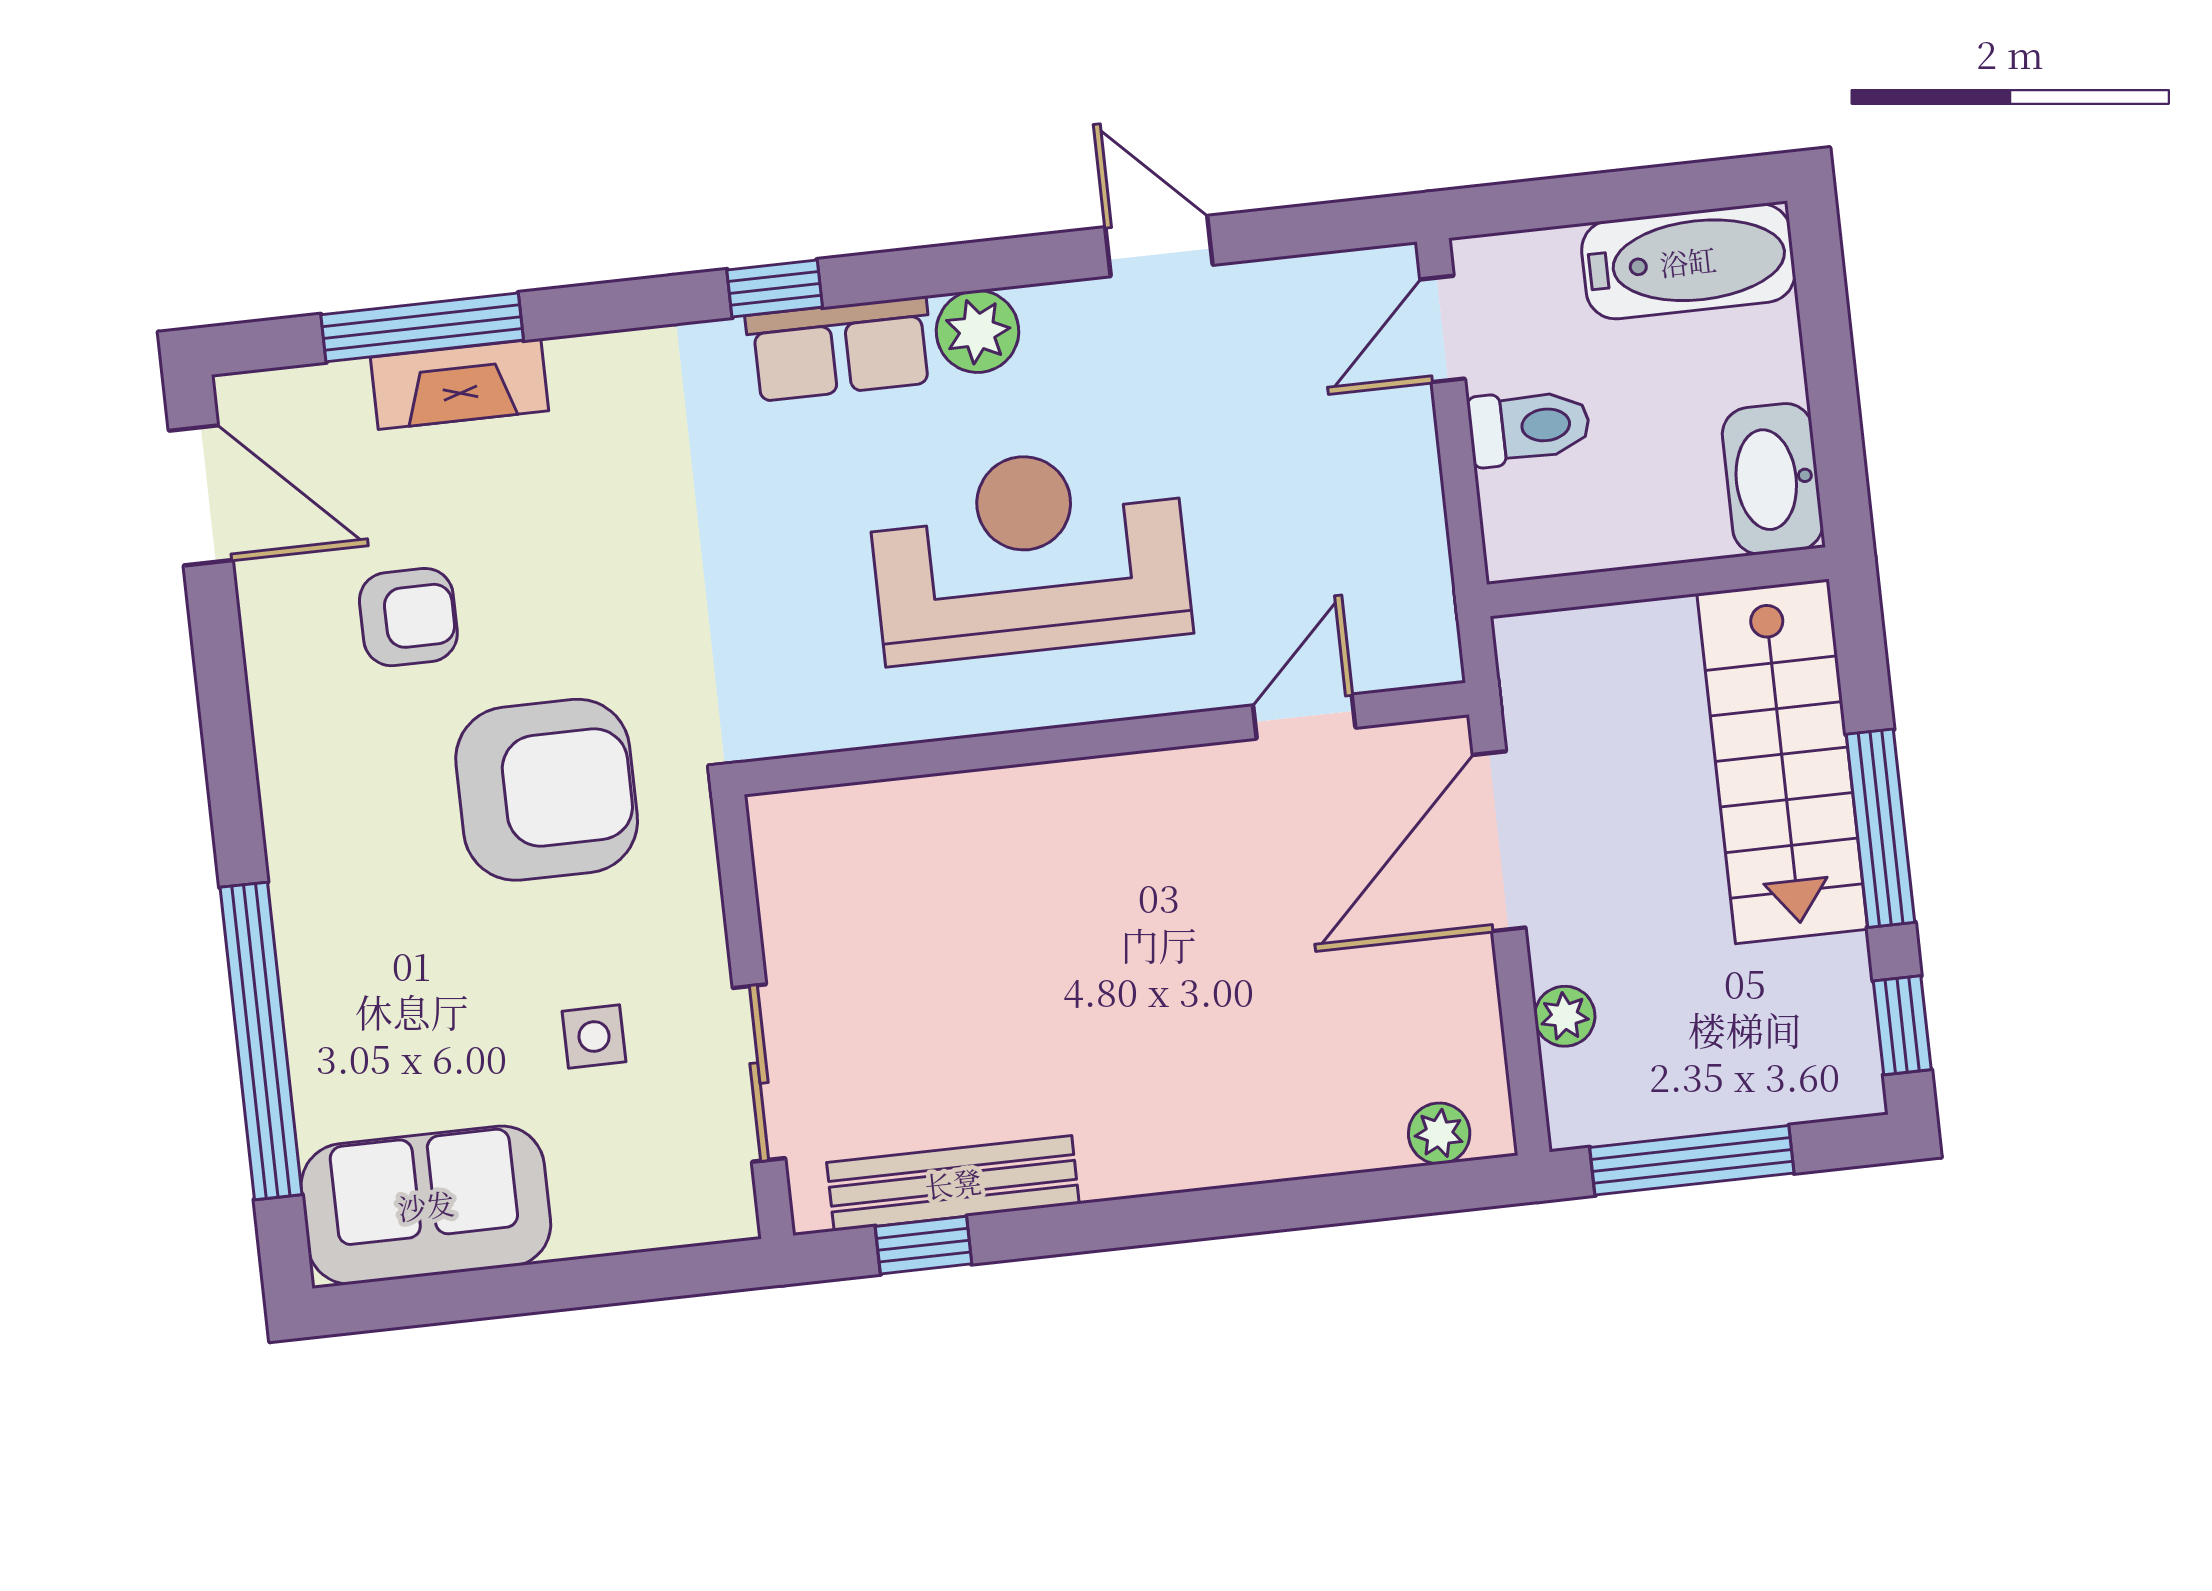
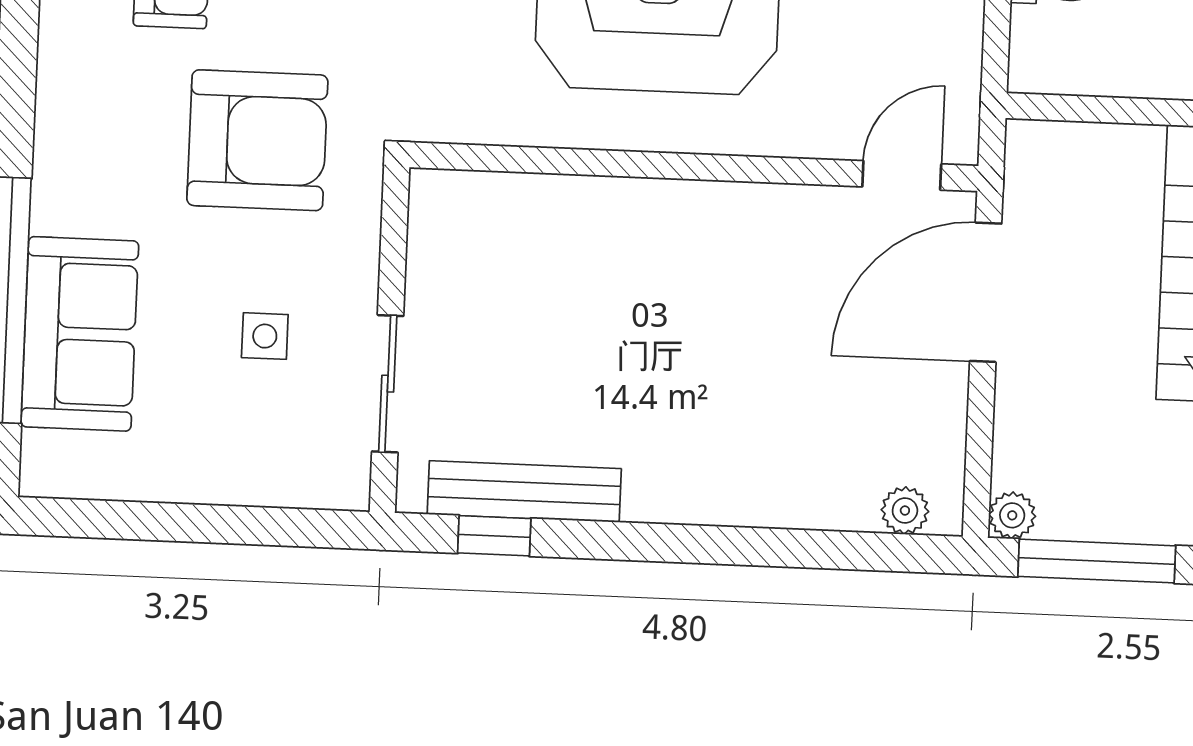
door: (1304, 717) -> (902, 175), moved
plant: (1565, 1016) -> (1012, 515), moved
sofa: (426, 1205) -> (80, 334), moved, turned 90

